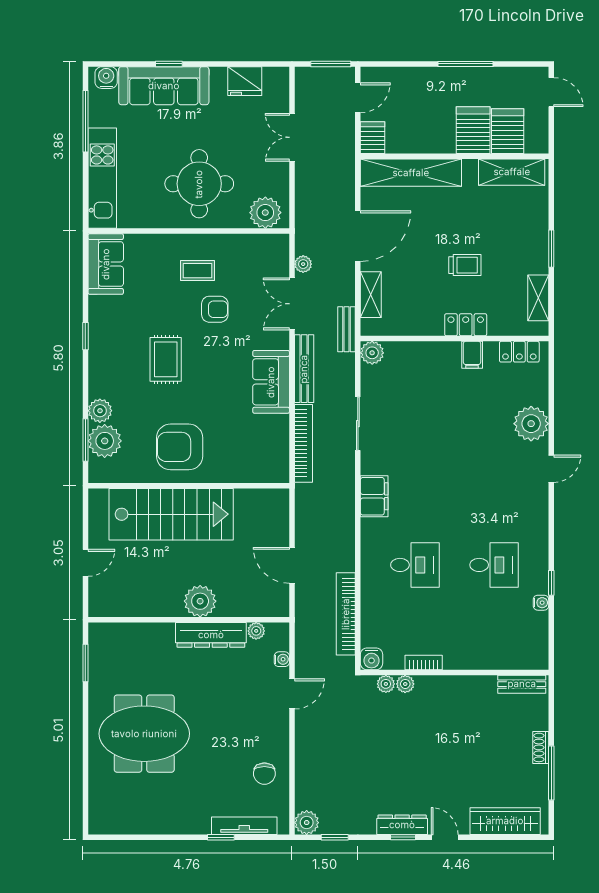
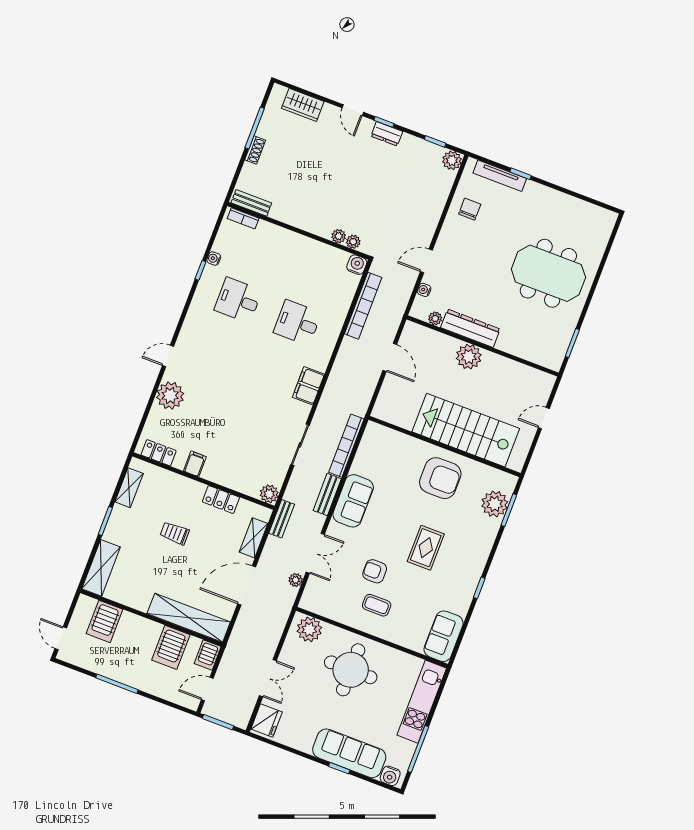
fridge: (245, 81) -> (267, 721), moved, turned 90
server rack: (473, 130) -> (171, 647), moved
shelving: (512, 172) -> (101, 568), moved, turned 90
locker: (466, 325) -> (221, 500), moved
bench: (304, 369) -> (327, 495), width x0.73
plant: (100, 411) -> (490, 528), removed
bookcase: (424, 662) -> (243, 218), moved
wardrobe: (505, 821) -> (303, 105), width x0.67
dresser: (402, 825) -> (387, 134), width x0.70

